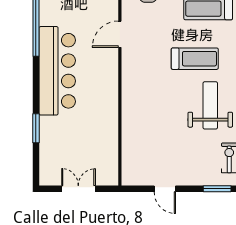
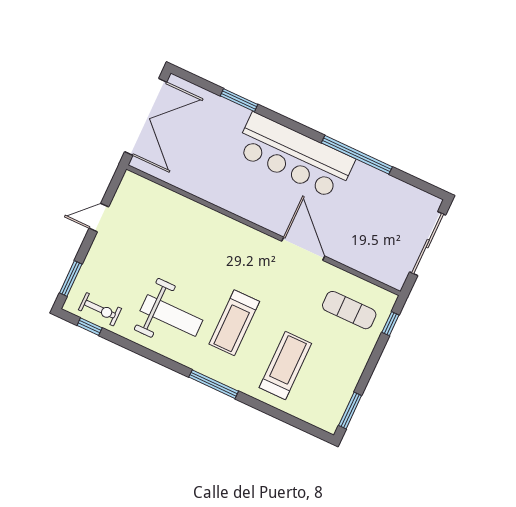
door: (120, 34) -> (303, 249), width x1.36
double door: (78, 189) -> (146, 117), width x1.87

